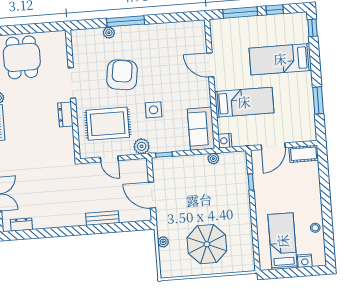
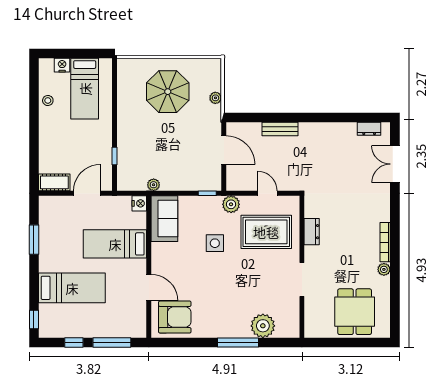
plant: (109, 33) -> (263, 326), width x1.88, depth x1.88
armchair: (122, 75) -> (175, 317), moved, turned -98
dresser: (65, 115) -> (312, 232), moved

